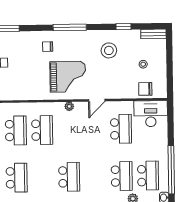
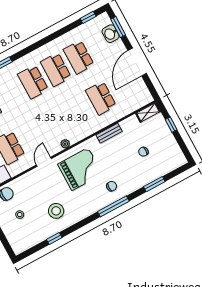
window: (70, 27) -> (113, 206), moved
bench: (153, 34) -> (109, 133), moved
grand piano: (68, 77) -> (80, 169), turned 180
school desk: (42, 130) -> (56, 70), moved

